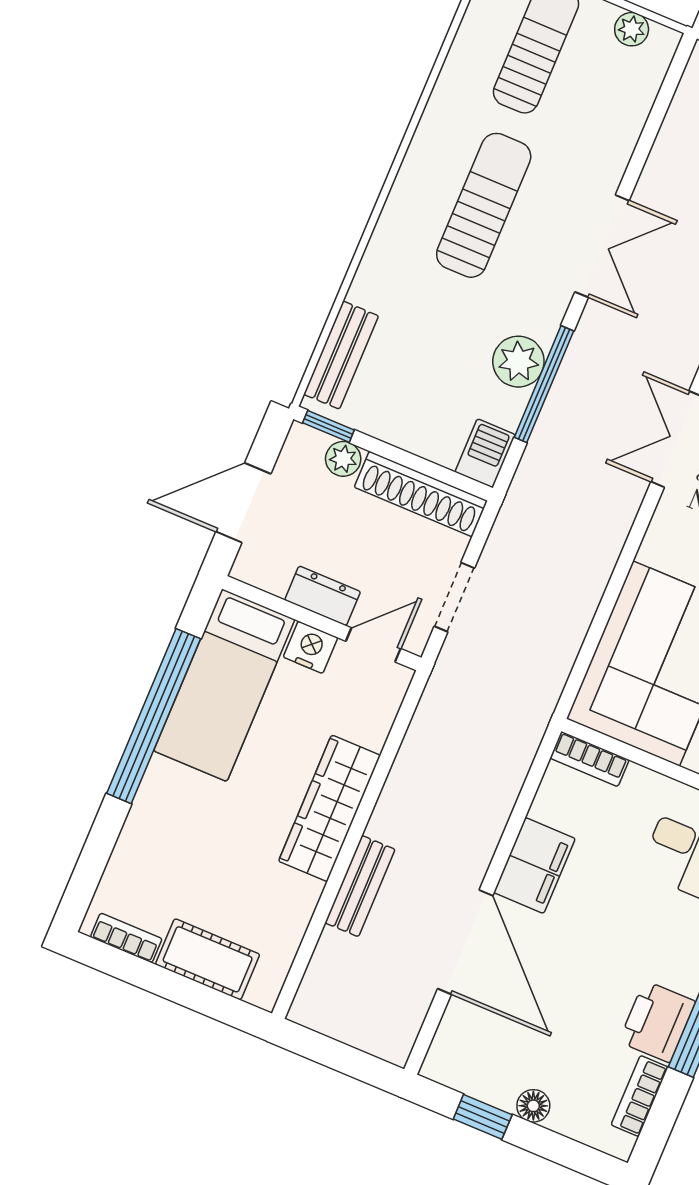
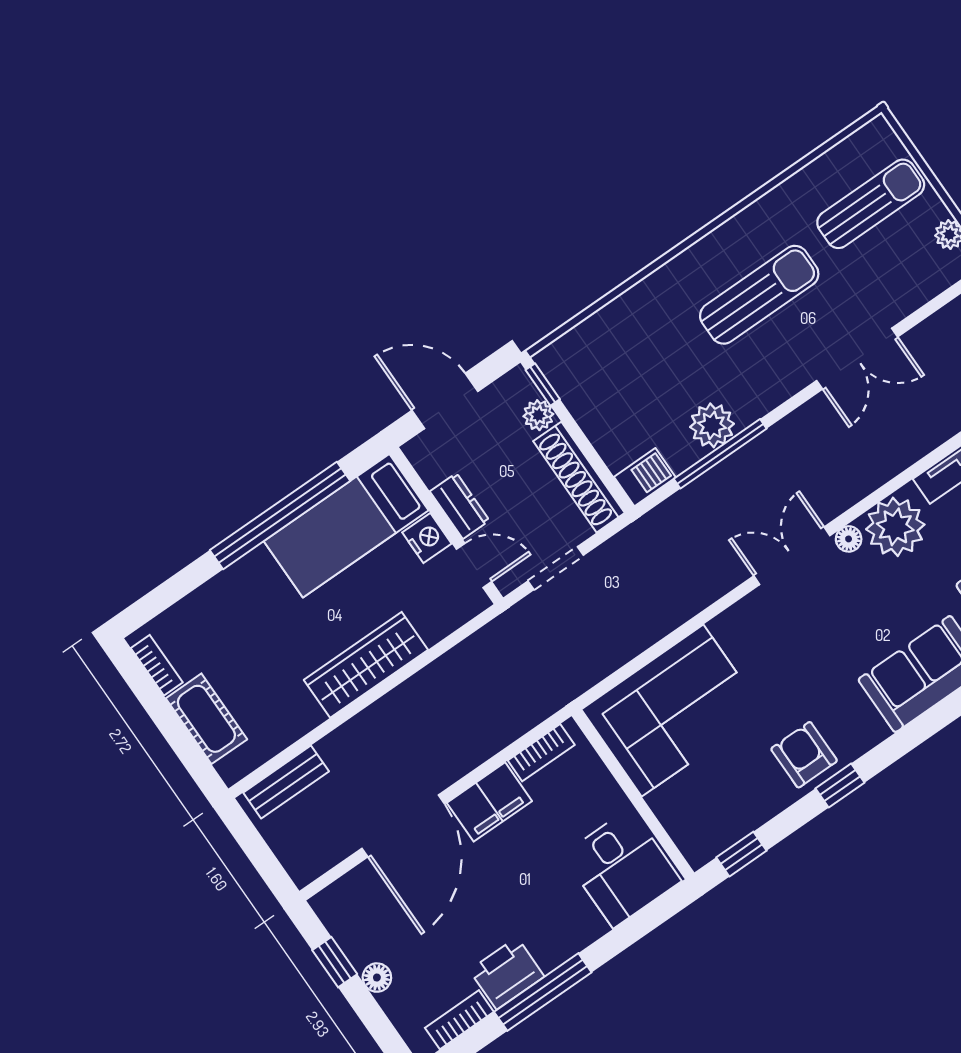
double door: (602, 246) -> (857, 359), moved
bench: (341, 355) -> (585, 338), removed
bookcase: (589, 759) -> (541, 753), moved, turned -90
bench: (360, 886) -> (286, 782), moved

